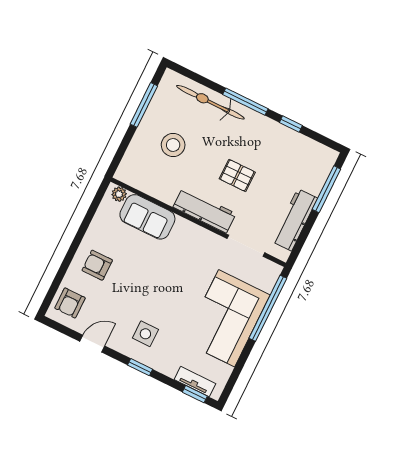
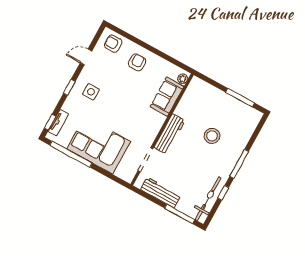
bicycle: (210, 102) -> (208, 199), moved
stool: (173, 145) -> (212, 136), moved
pallet: (237, 175) -> (191, 156), removed
window: (268, 308) -> (71, 154), moved
door: (92, 344) -> (86, 57), swing flipped

